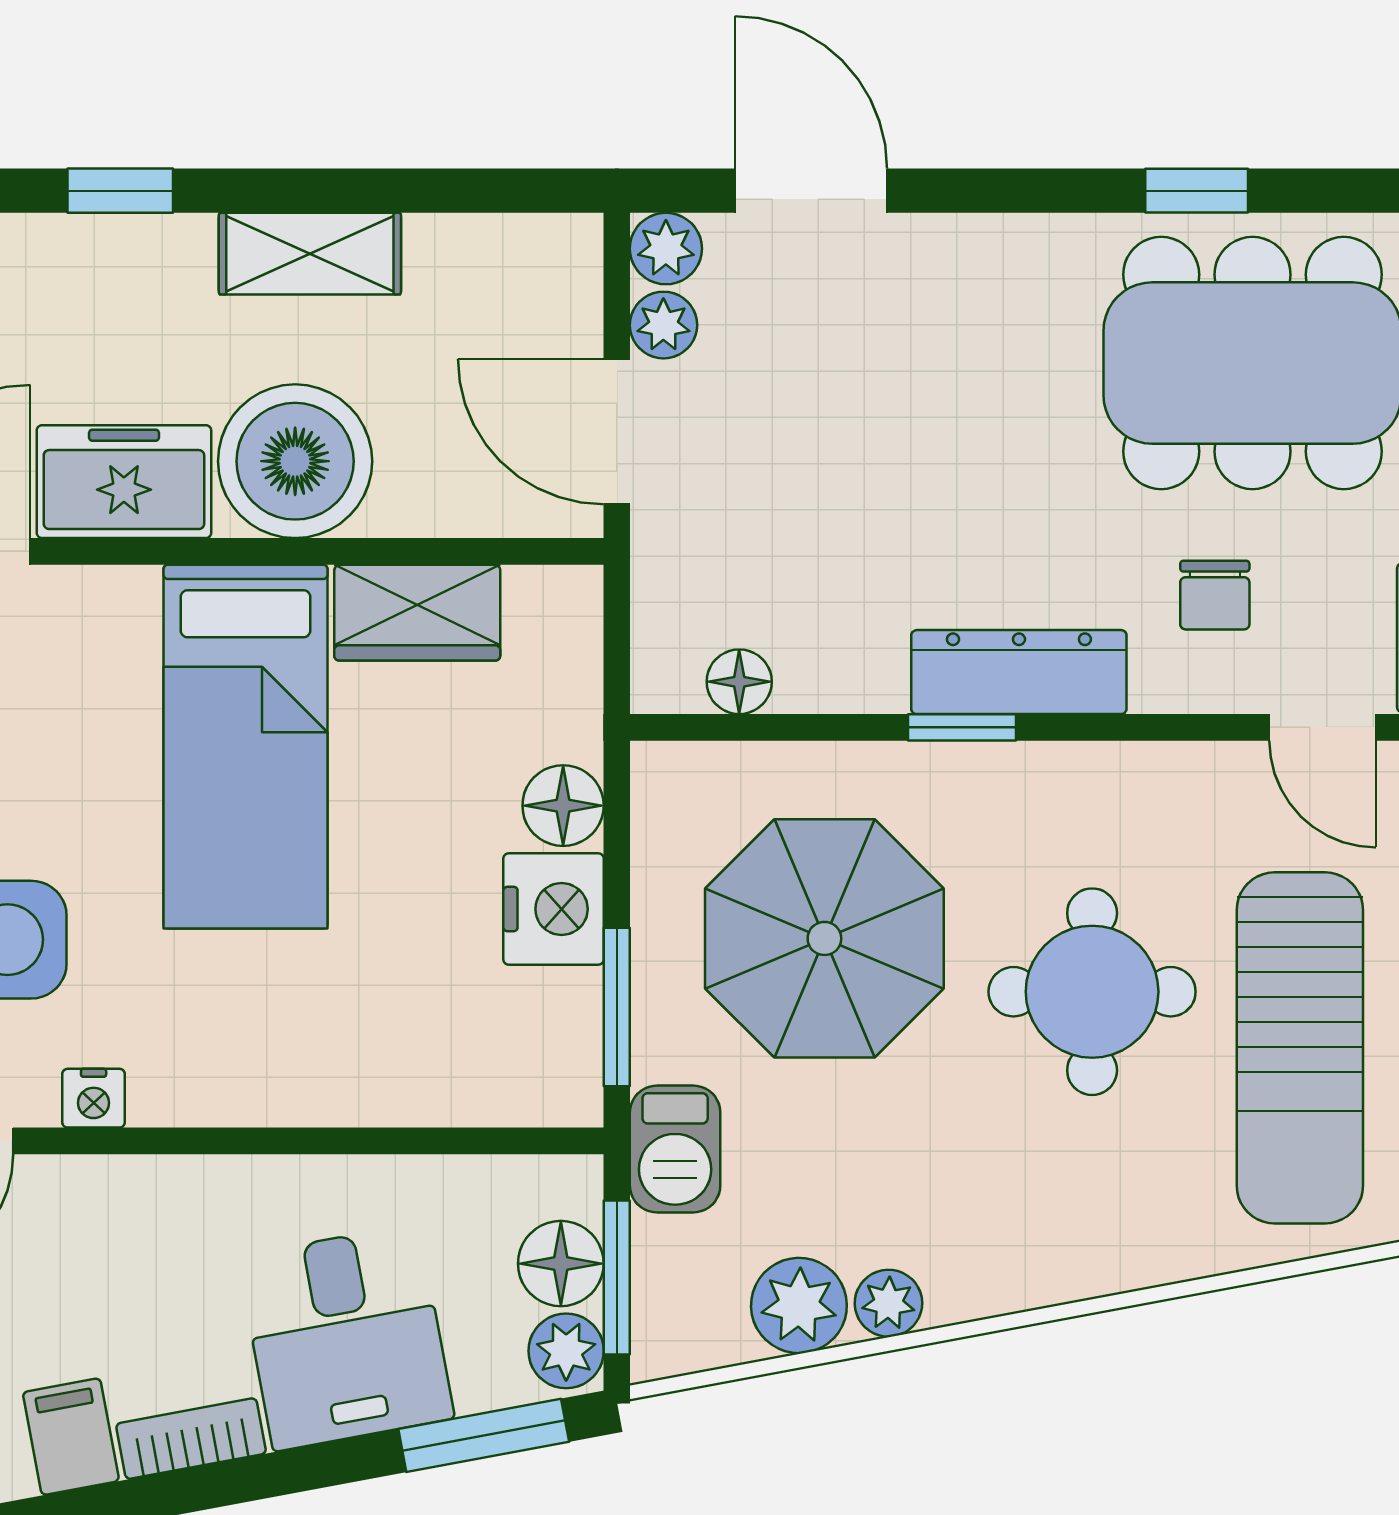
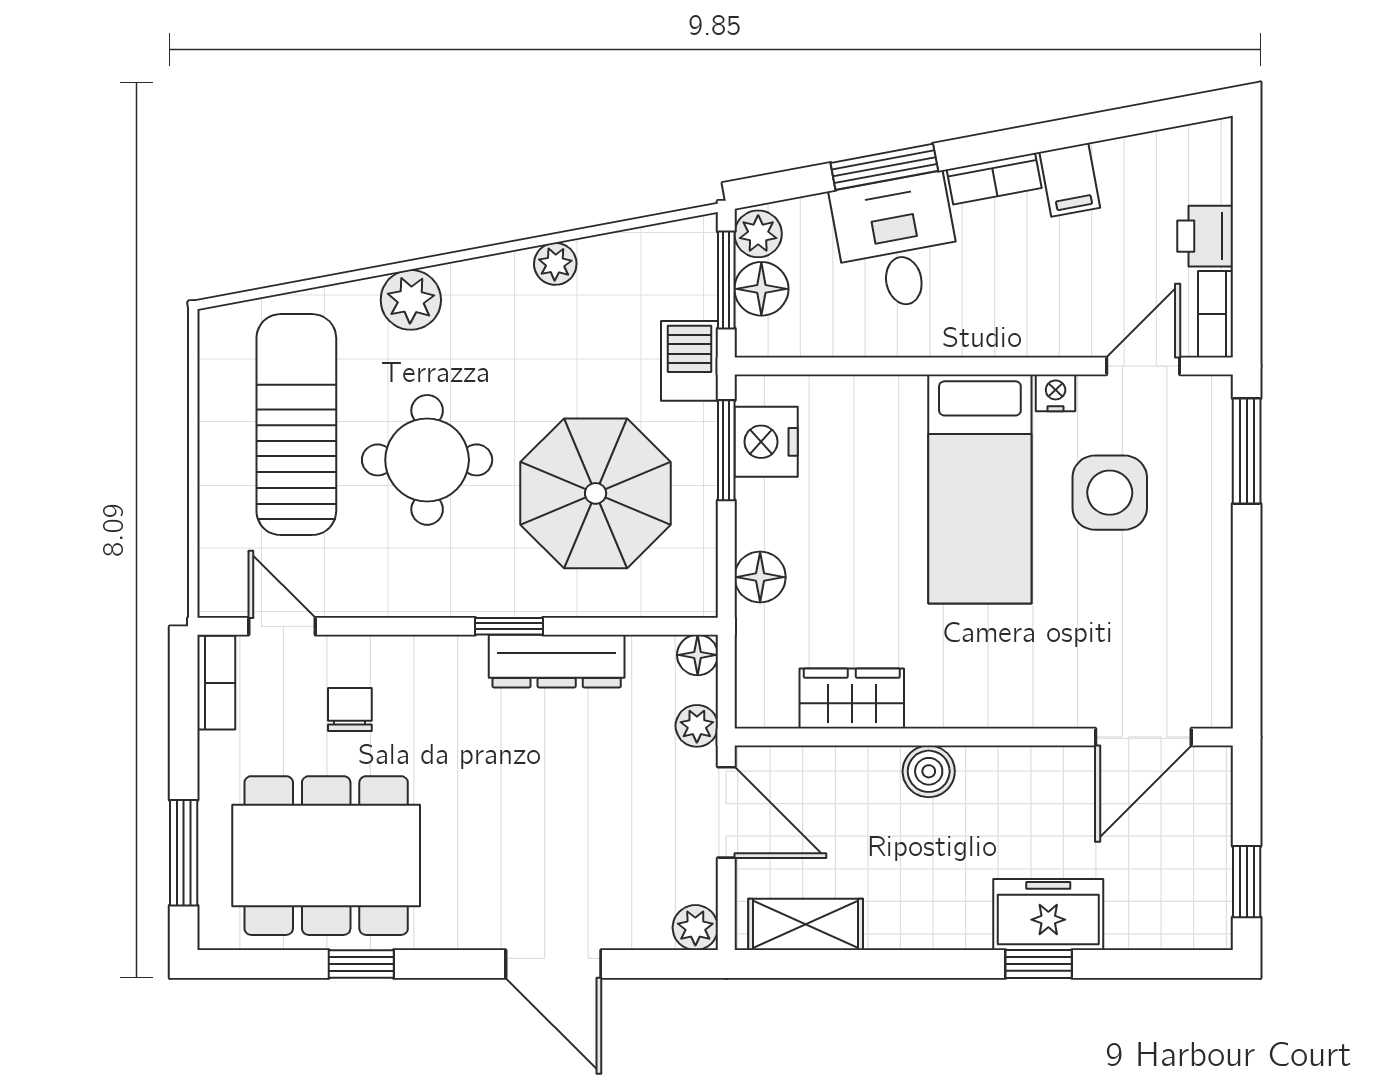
door: (811, 191) -> (553, 964), moved
shelving: (310, 254) -> (806, 924), moved
plant: (663, 325) -> (697, 726), moved
boiler: (295, 461) -> (929, 771), width x0.54, depth x0.54
freezer: (124, 482) -> (1048, 915), moved, turned 180
dresser: (1019, 672) -> (557, 661), moved
floor lamp: (739, 682) -> (698, 655), moved
bed: (246, 747) -> (980, 489), moved, turned 180
nightstand: (554, 909) -> (766, 442), moved
plant: (799, 1305) -> (411, 300), moved
window: (484, 1435) -> (884, 167), moved

